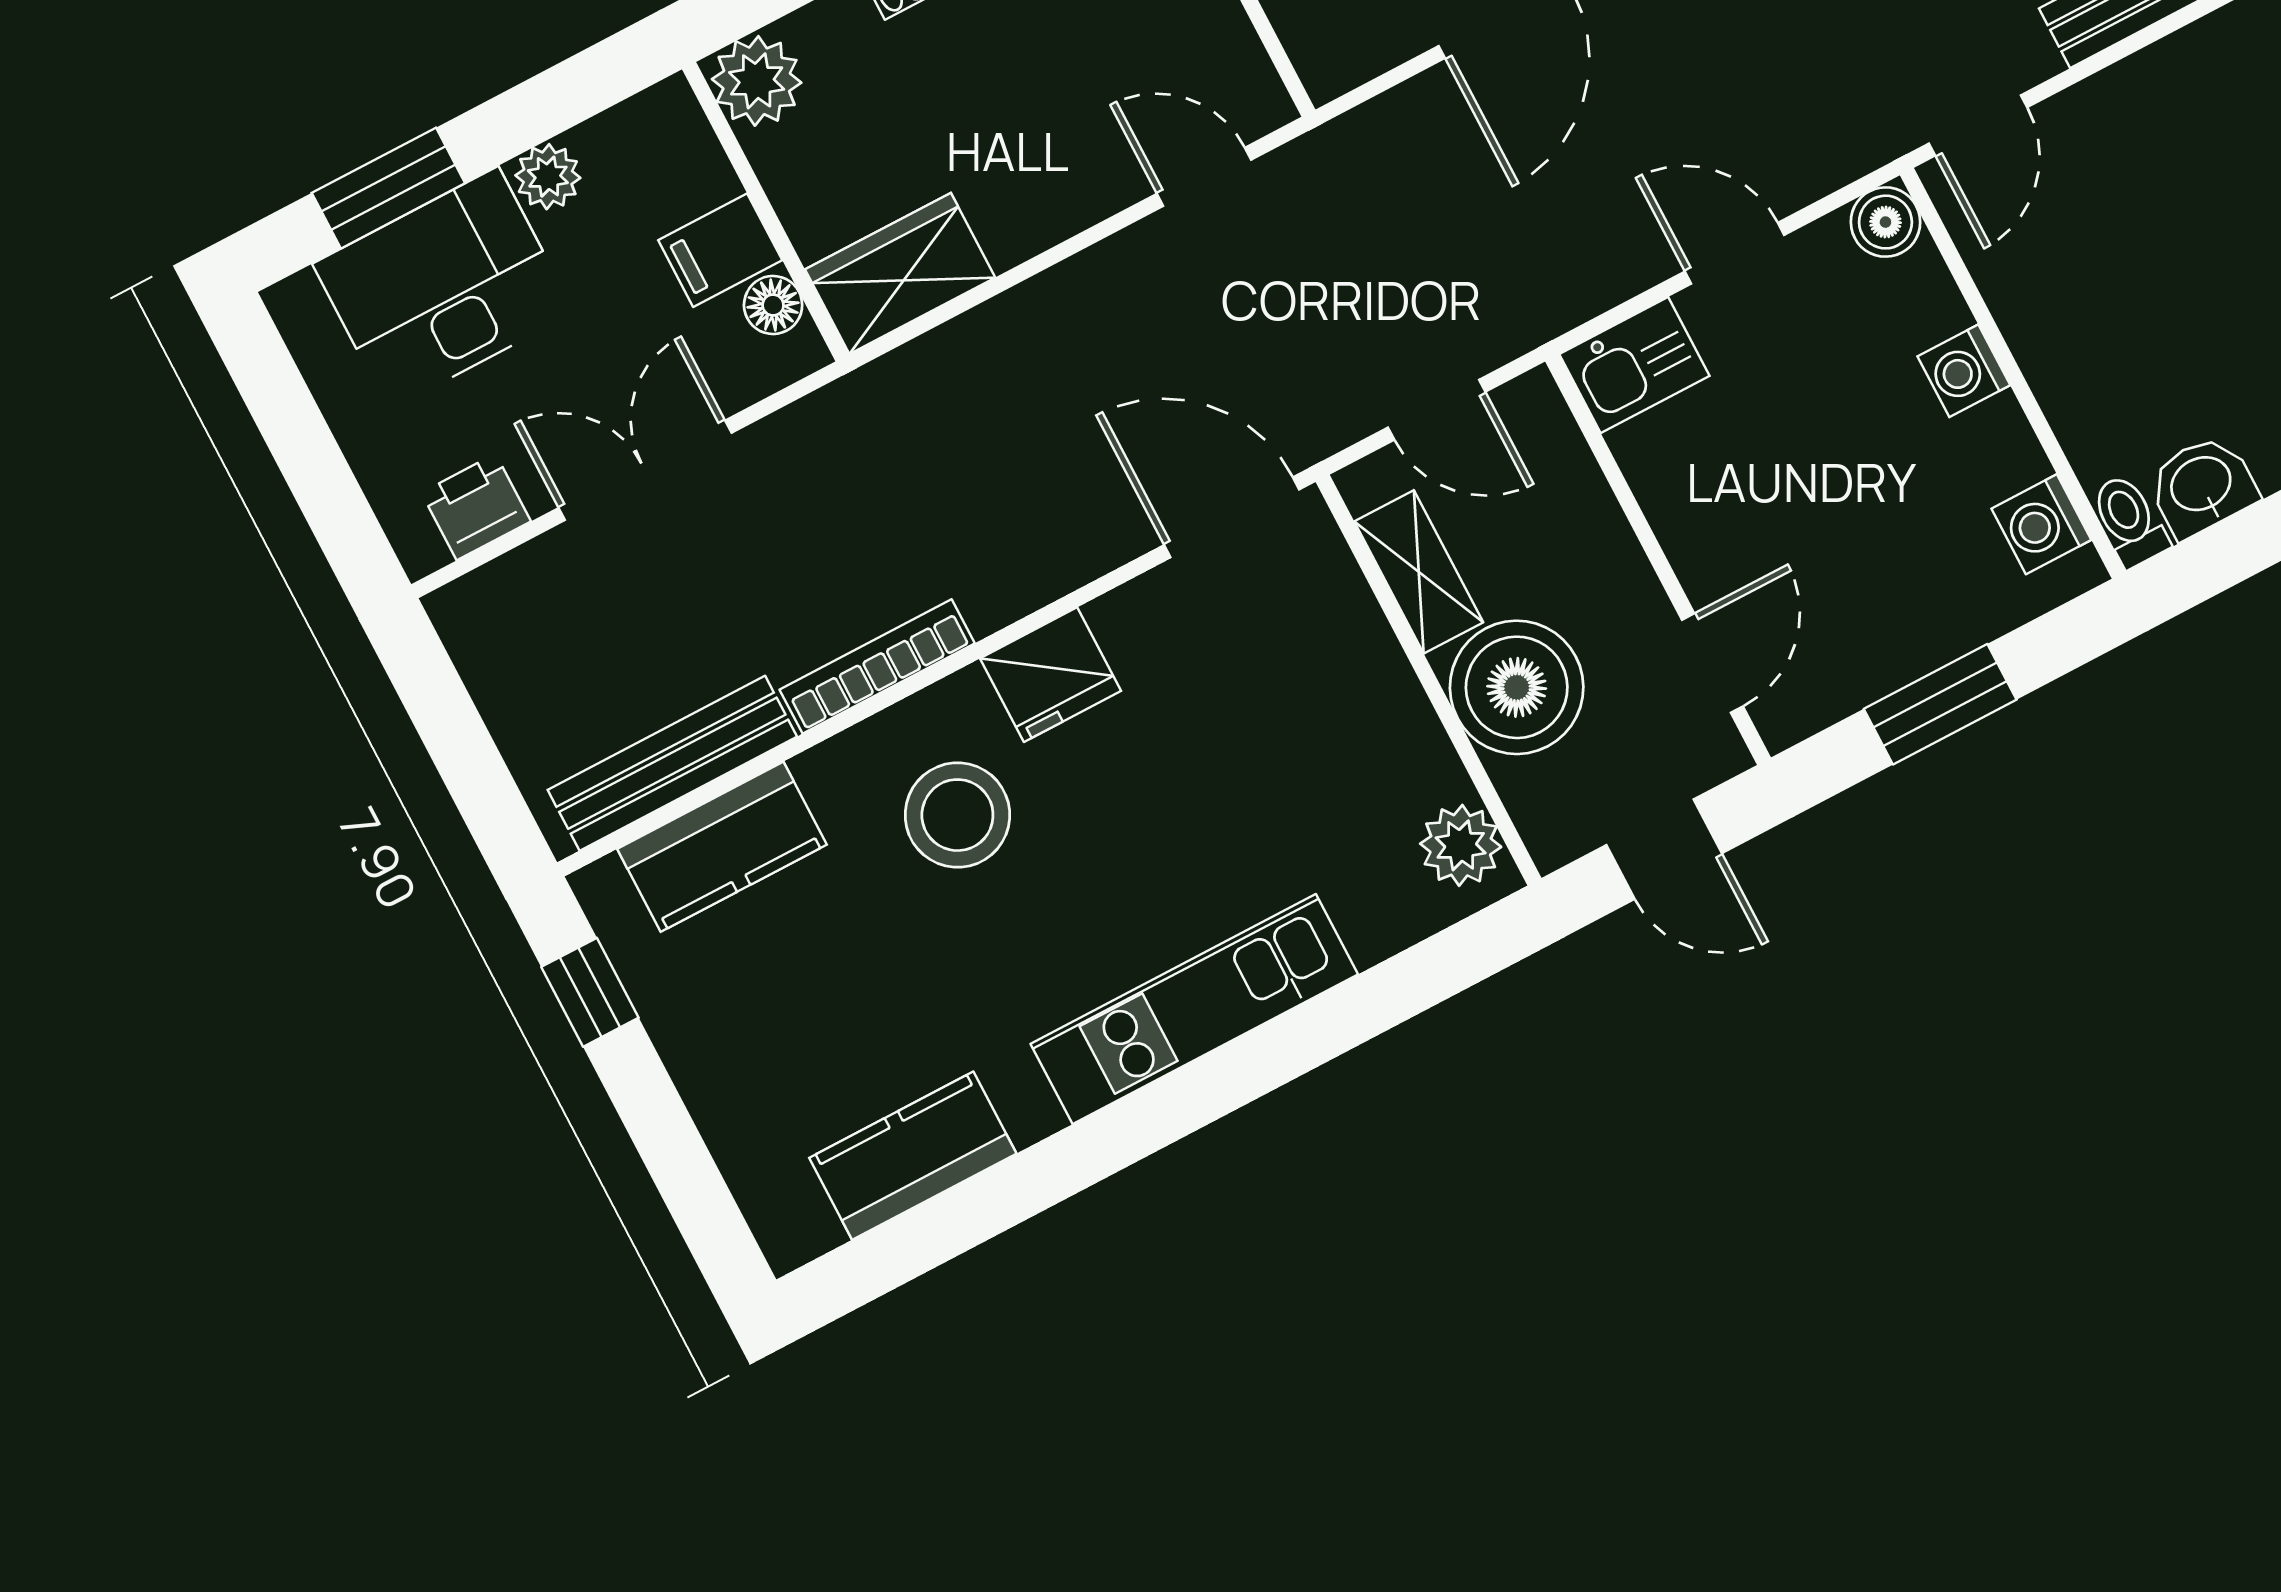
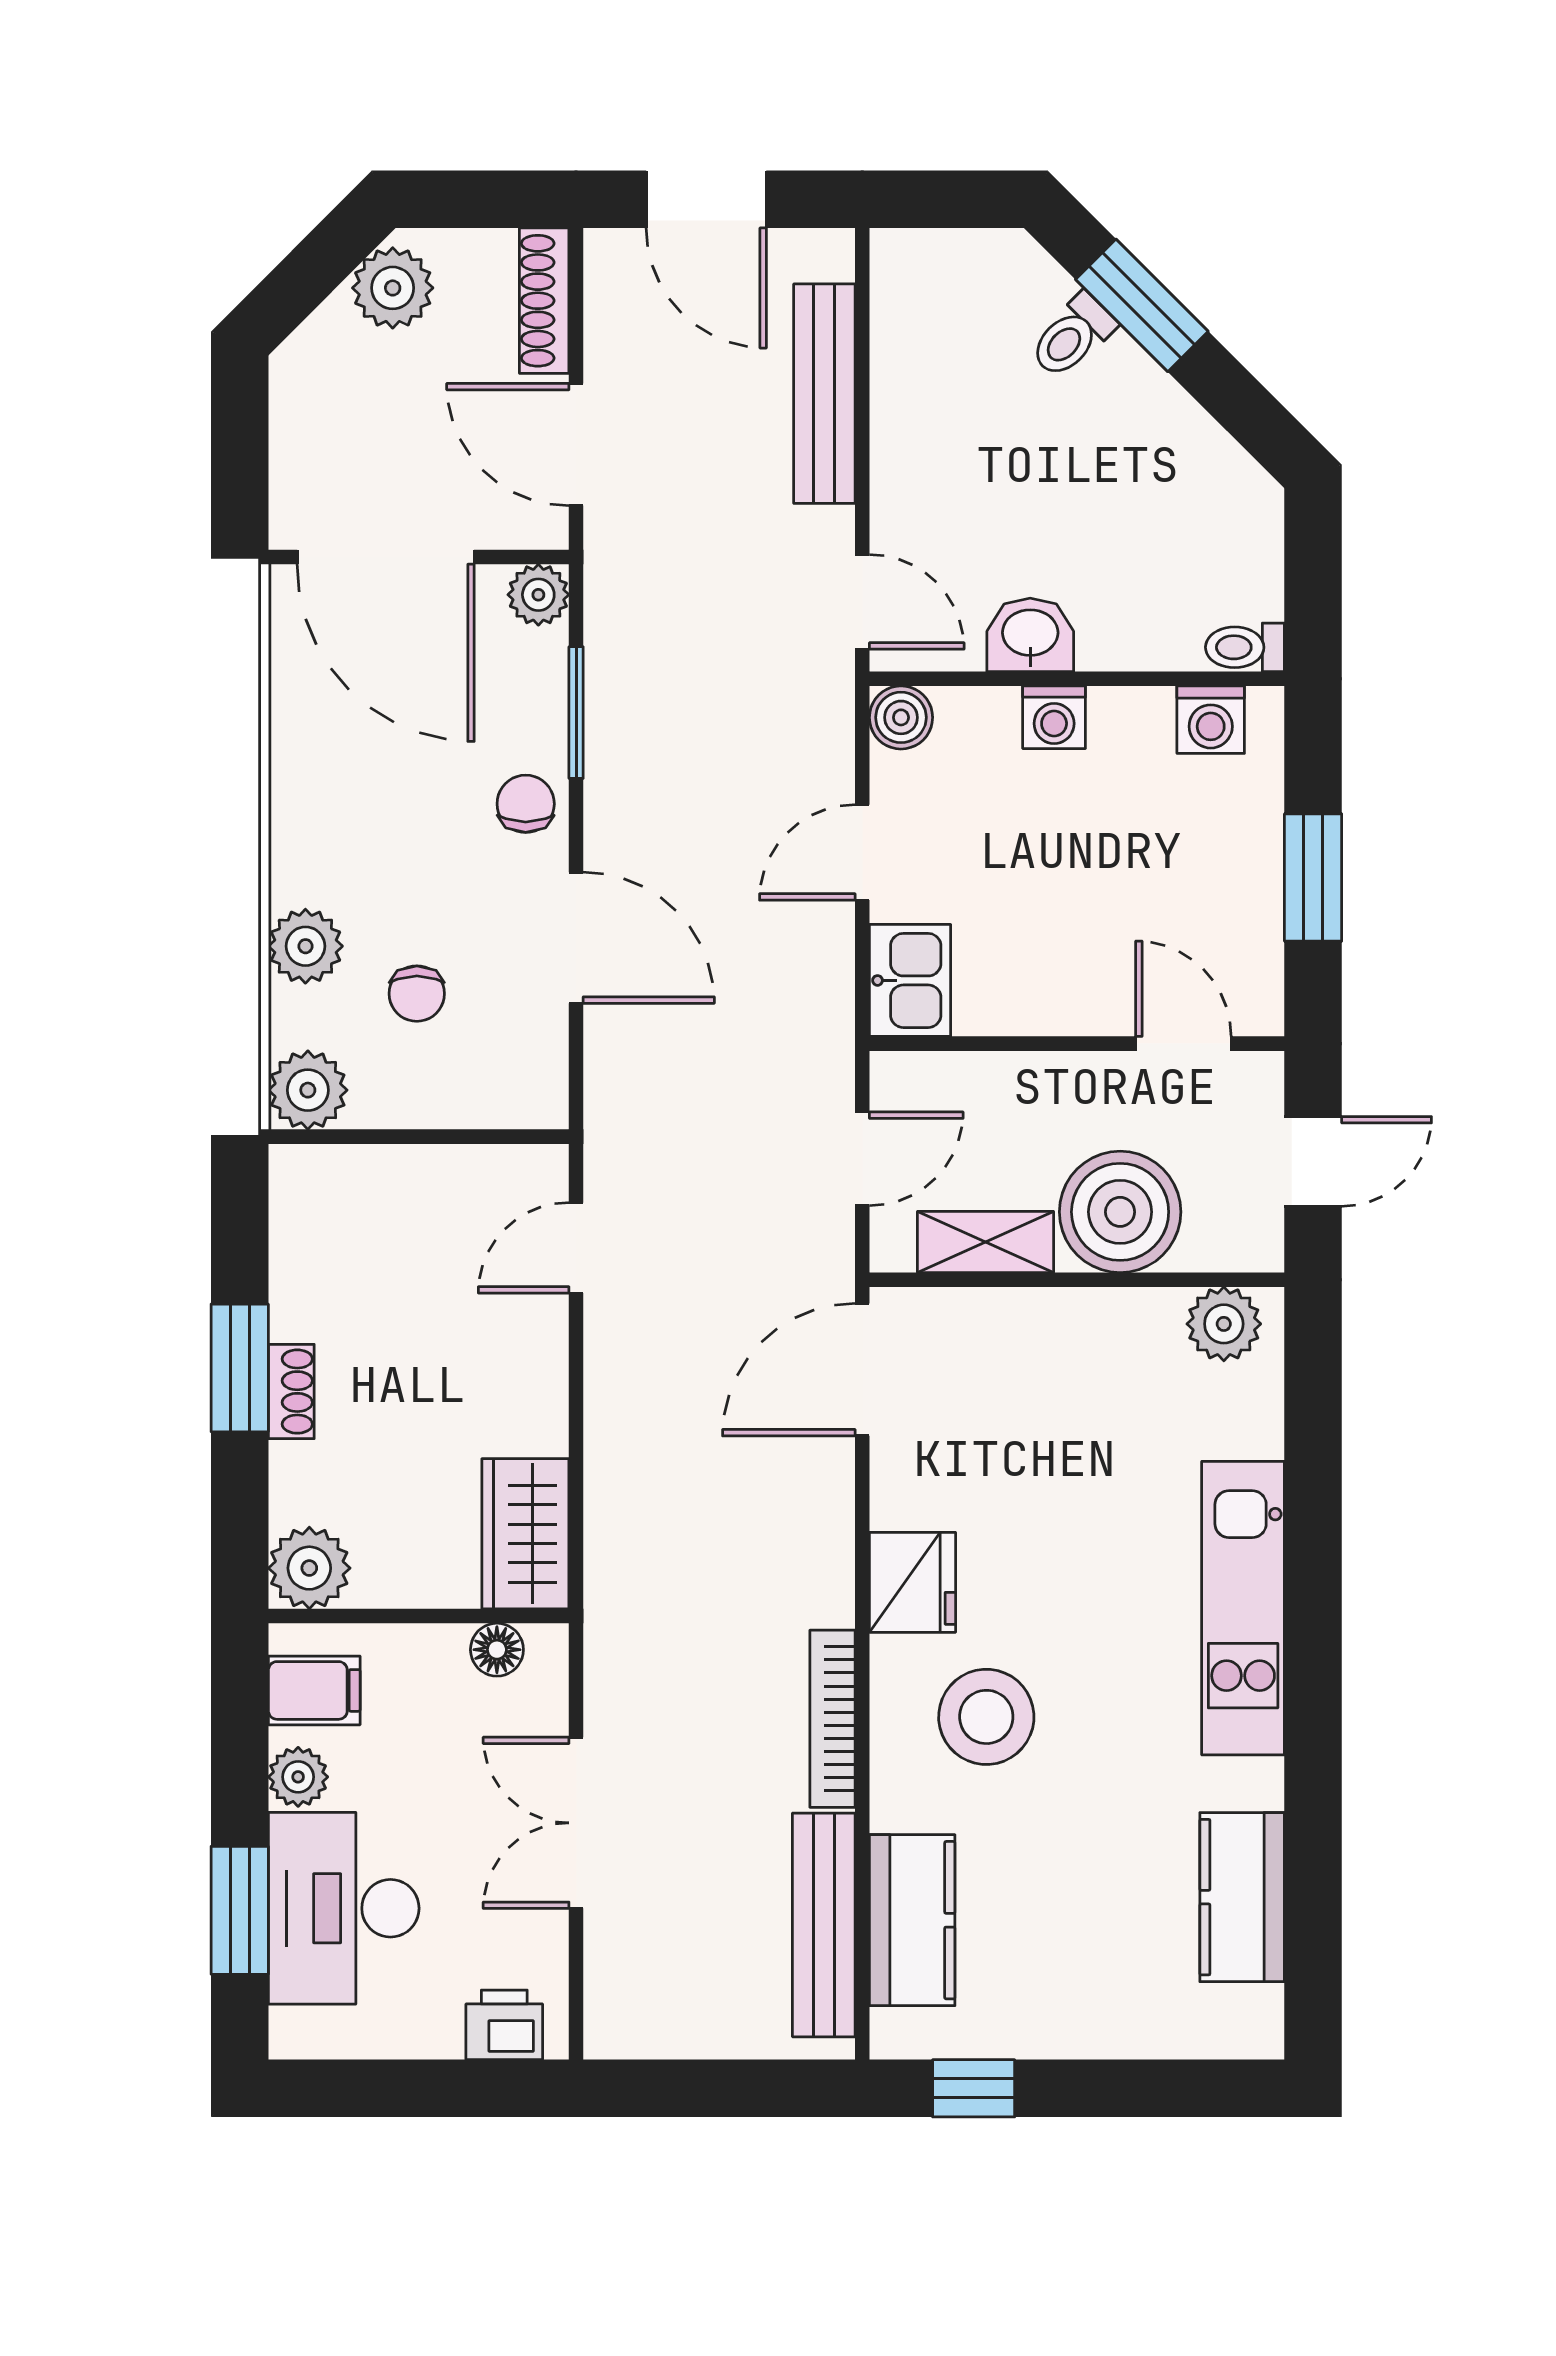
filing cabinet: (720, 250) -> (314, 1690), moved, turned -90
washbasin: (2202, 486) -> (1030, 635), moved, turned 90
printer: (476, 507) -> (504, 2025), moved, turned 90

